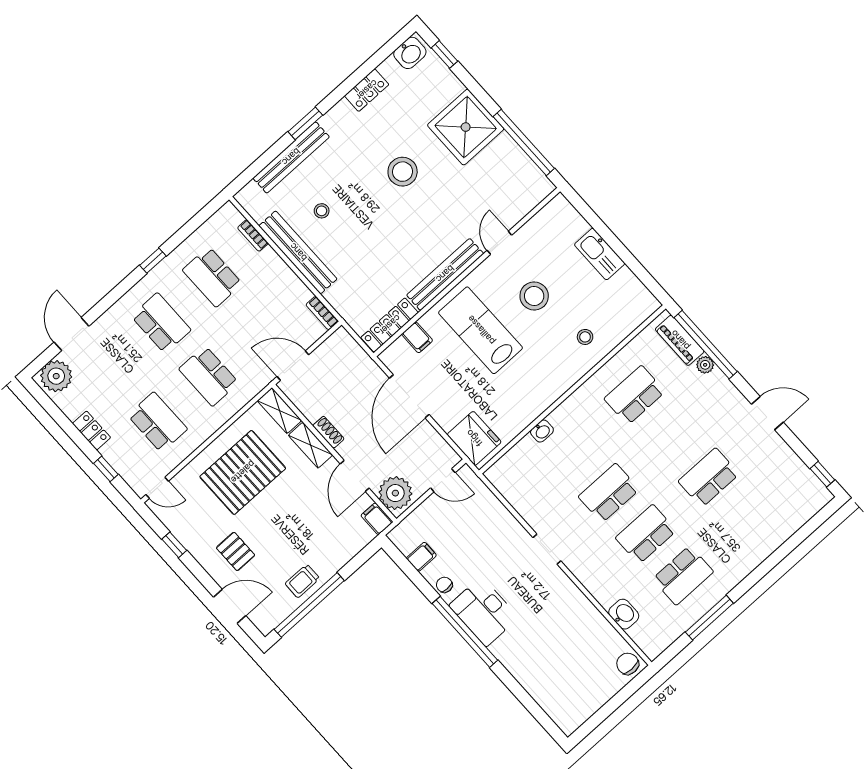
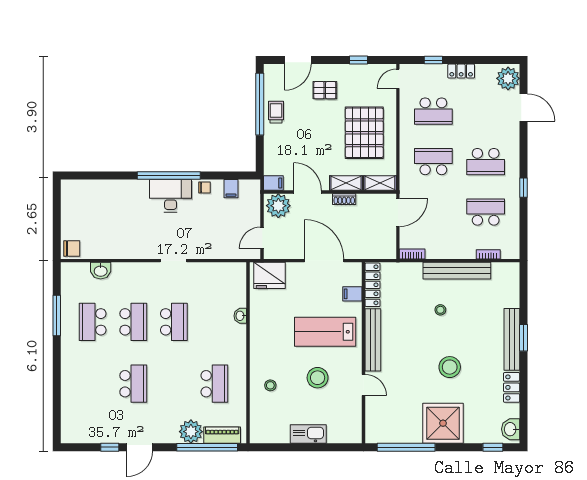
bench: (291, 157) -> (512, 339), moved
stool: (322, 211) -> (440, 310), moved
lab bench: (481, 330) -> (325, 332), turned 180
plant: (705, 365) -> (191, 432), width x1.88, depth x1.88
window: (822, 474) -> (110, 447), moved

